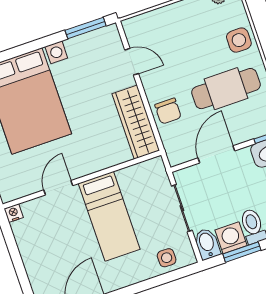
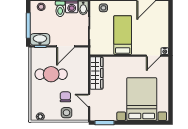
side table: (239, 40) -> (66, 113), moved
chair: (168, 111) -> (65, 97), moved
door: (58, 188) -> (153, 56), moved

